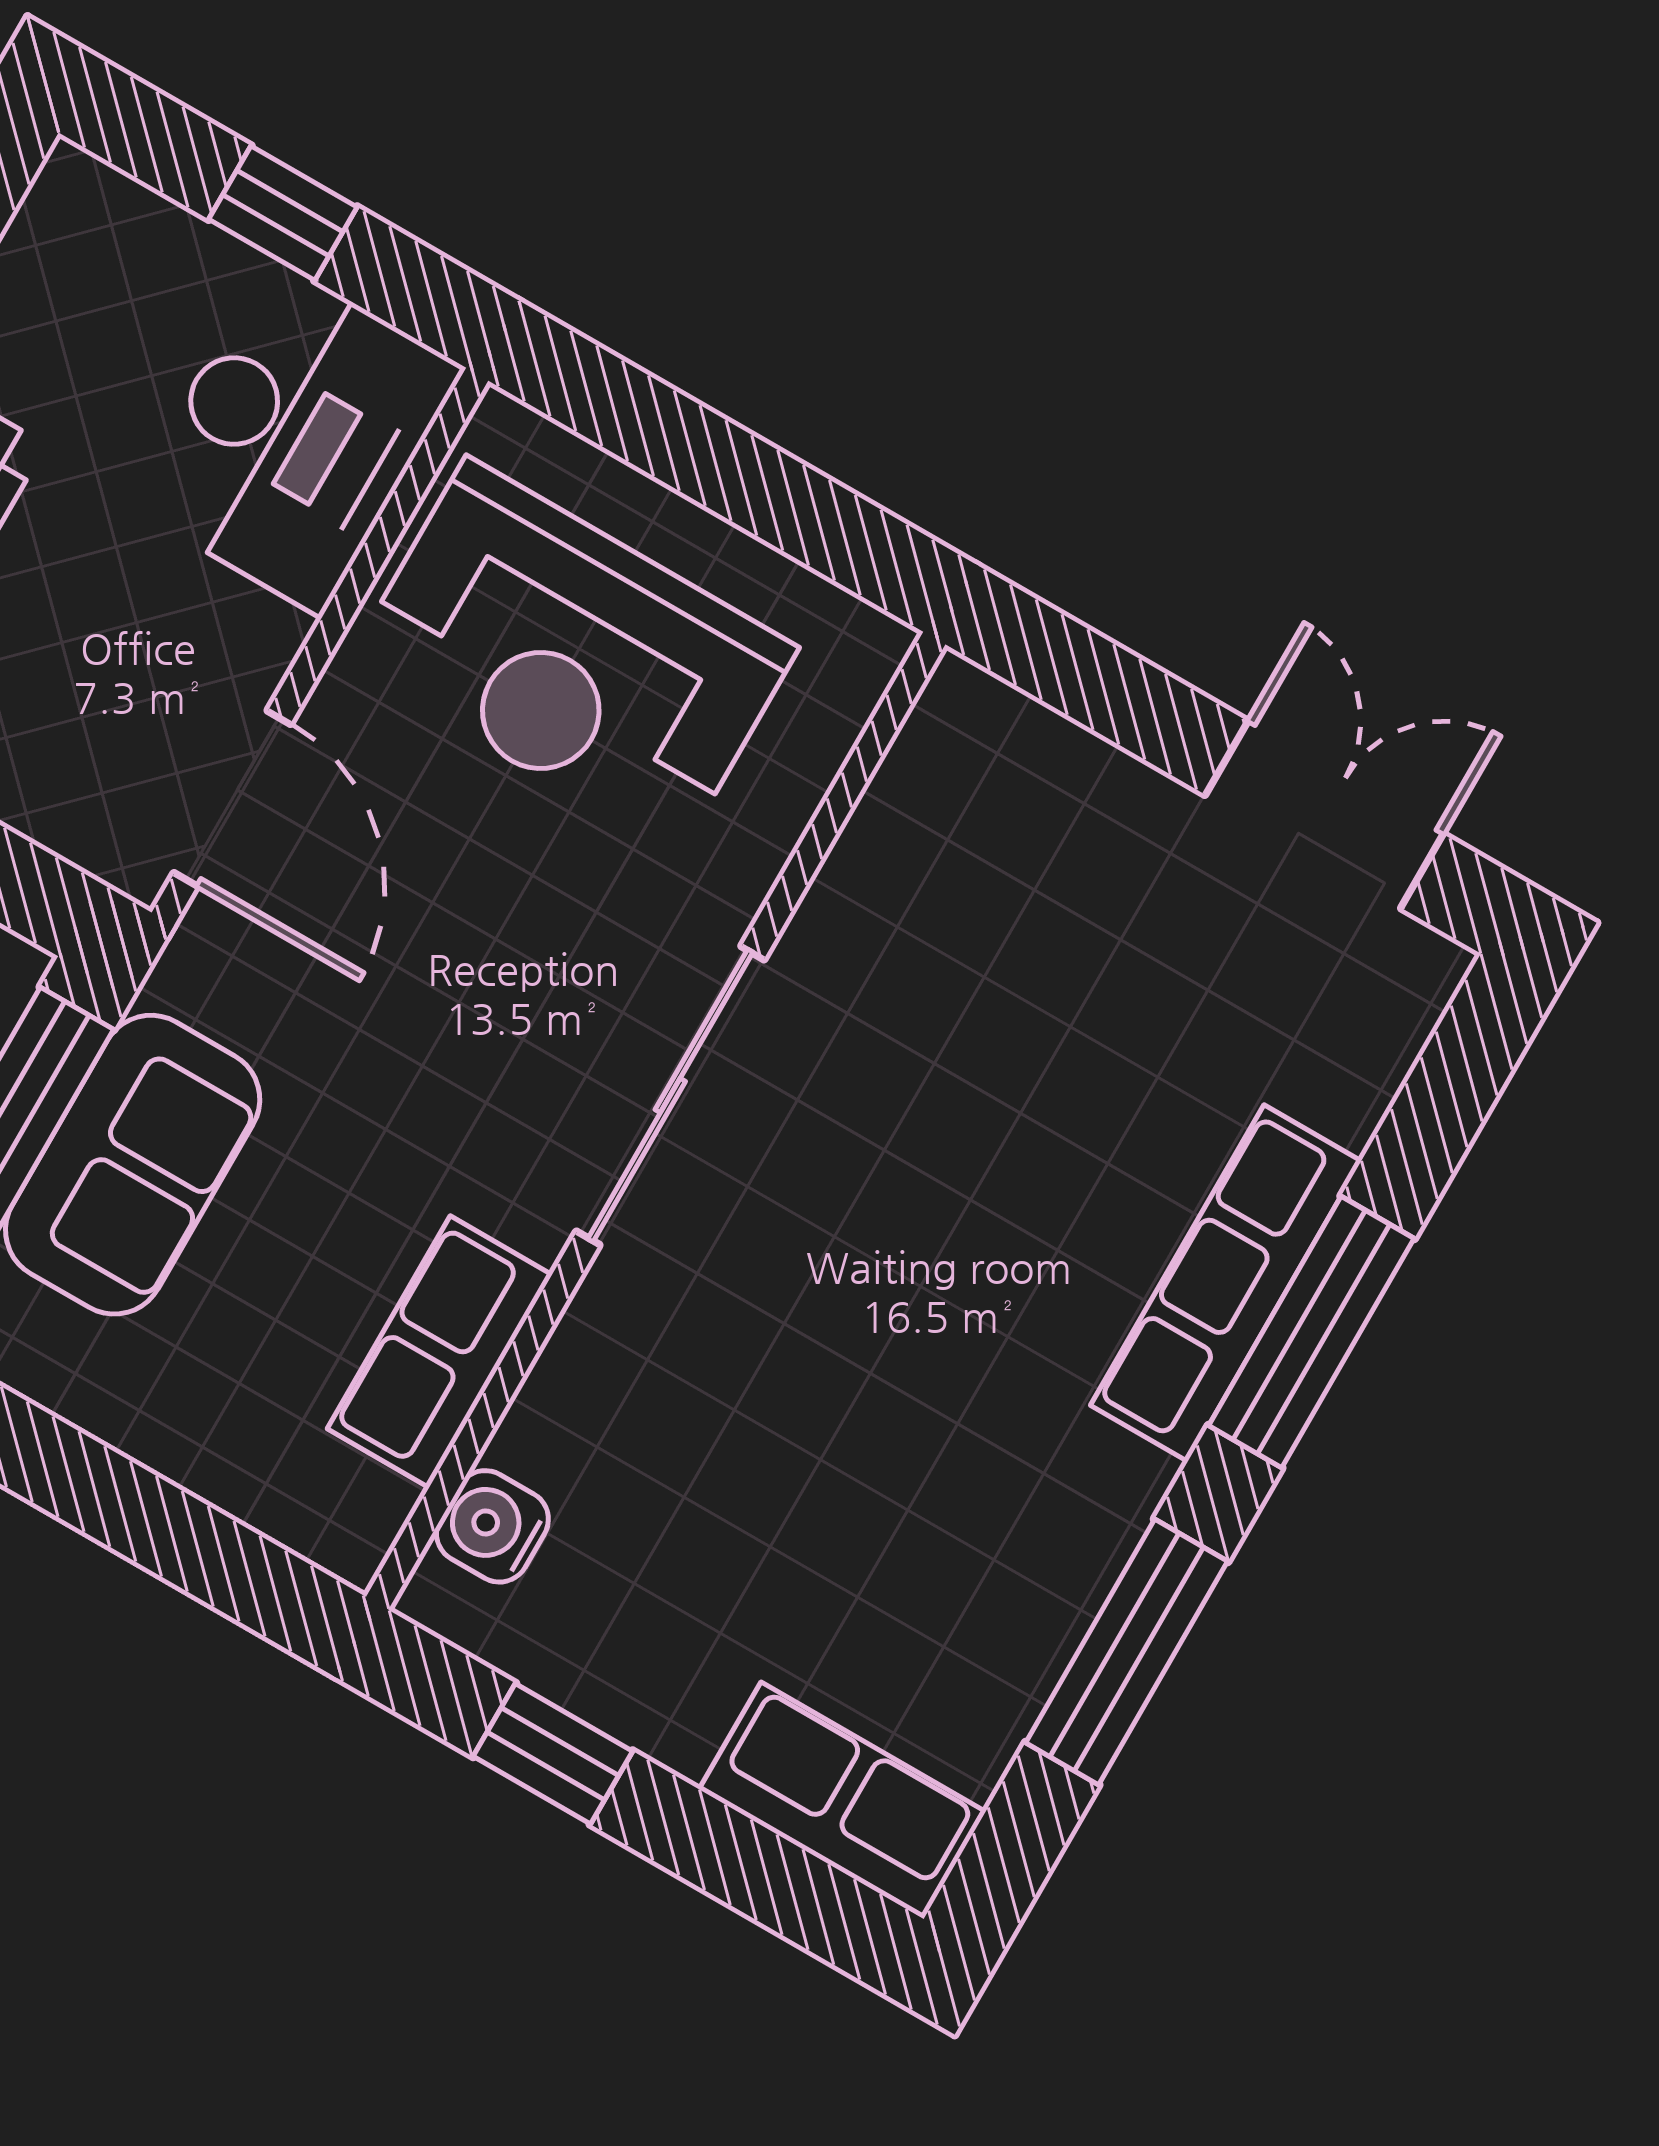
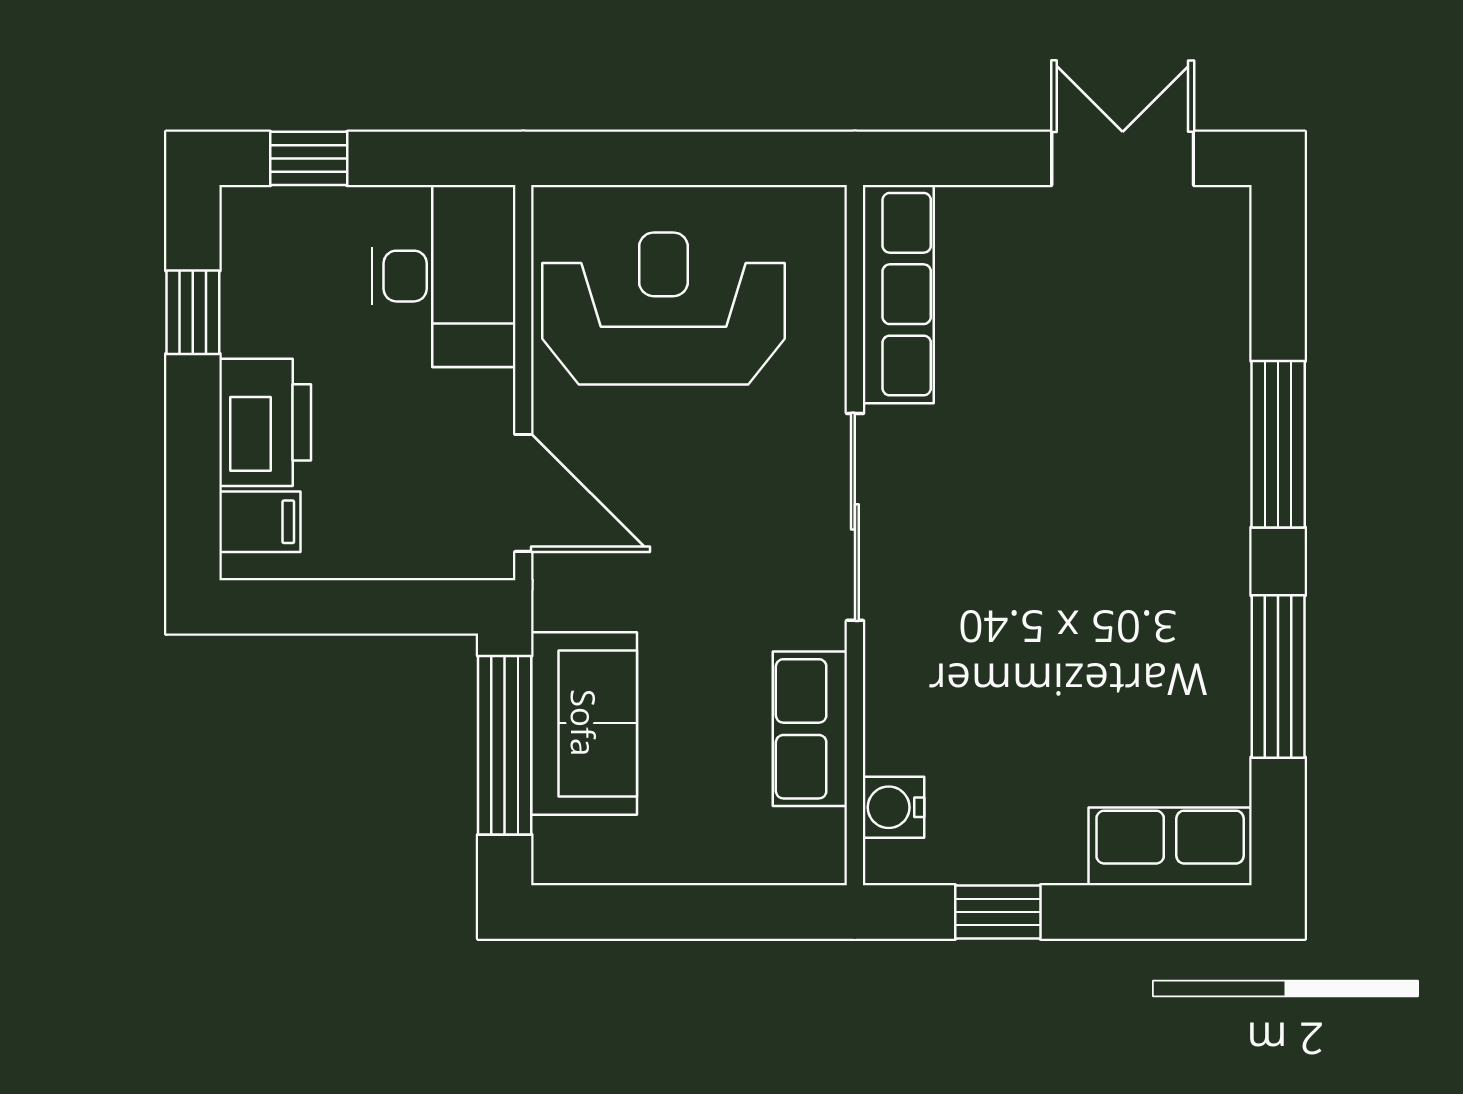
window: (283, 213) -> (309, 158), moved
reception desk: (572, 656) -> (663, 308), turned 180
row of seats: (1226, 1283) -> (898, 294), moved, turned 180

